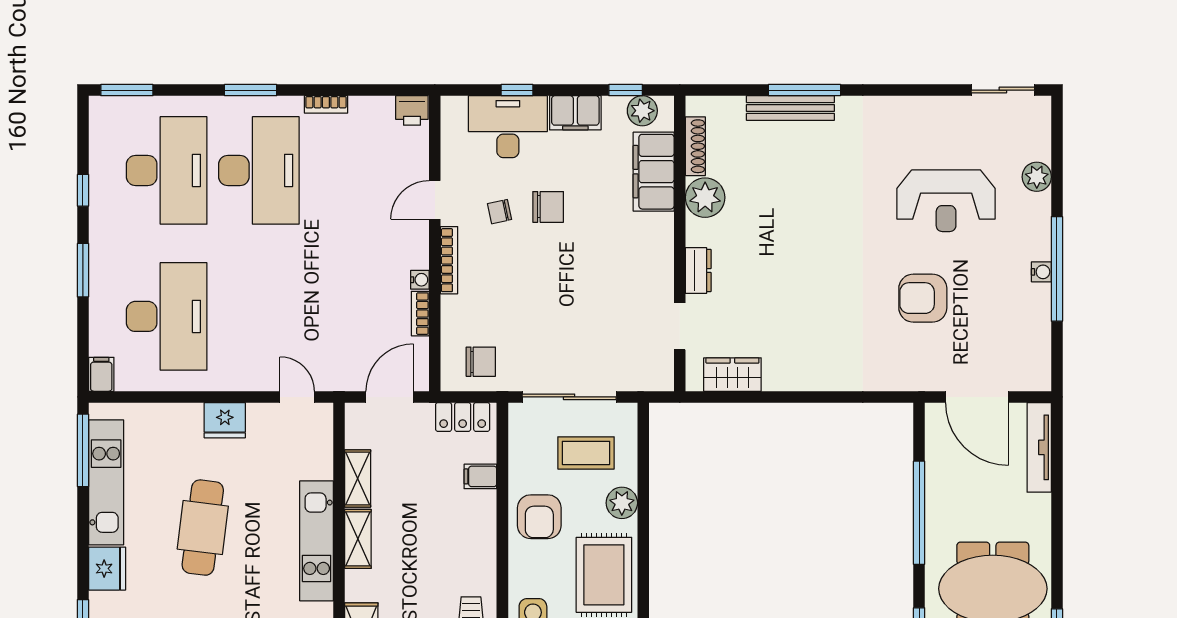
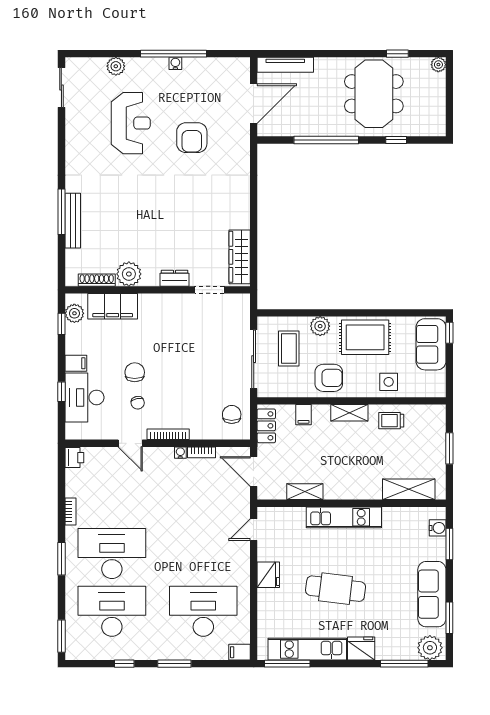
filing cabinet: (575, 113) -> (76, 363), width x0.50
wardrobe: (732, 375) -> (240, 257), width x1.50
shelving: (358, 539) -> (349, 413), moved

